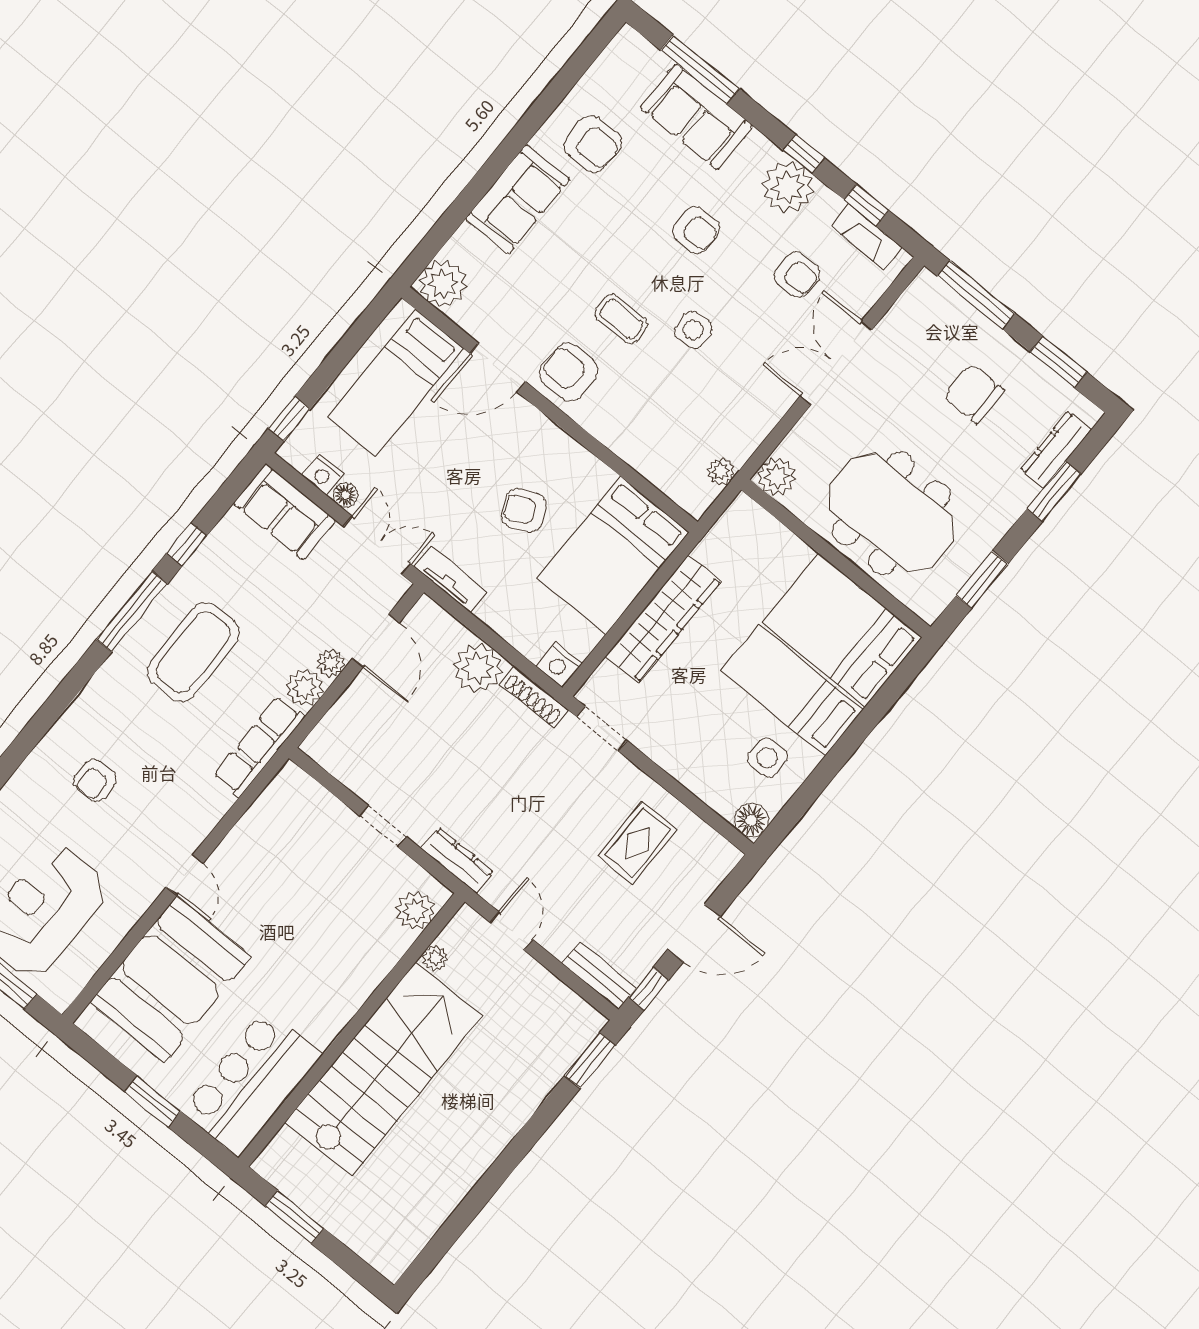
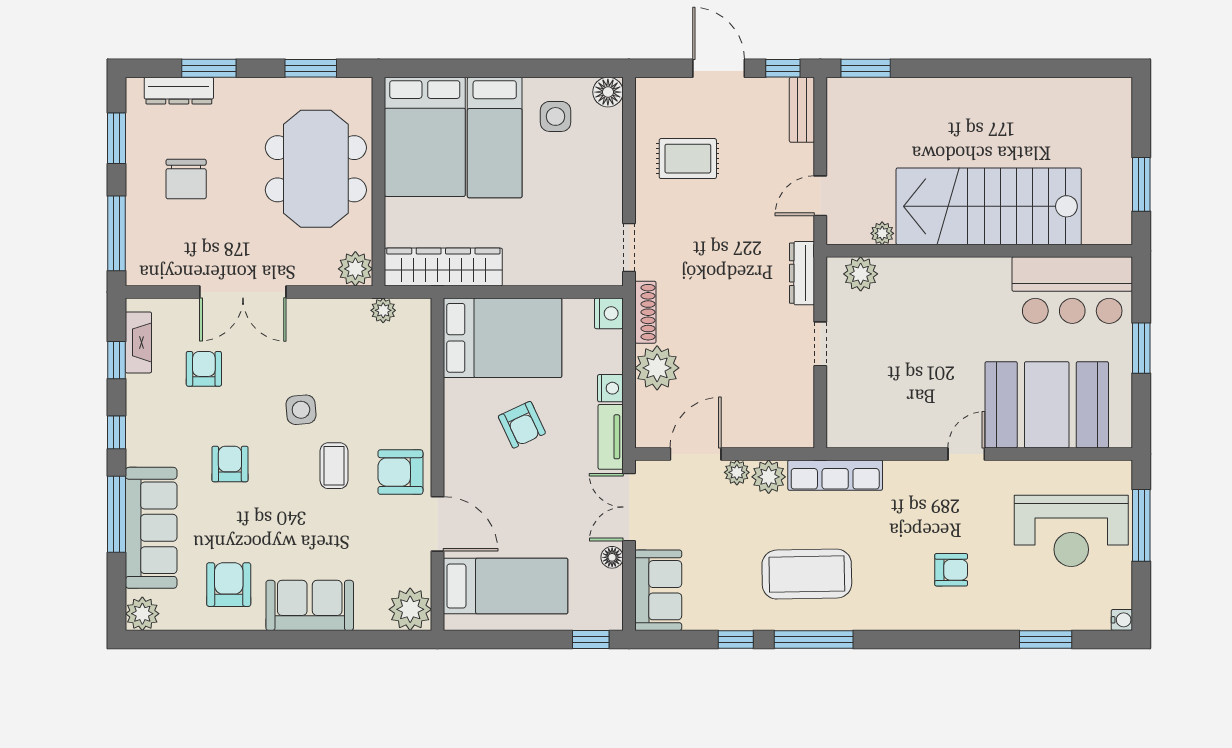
window: (700, 69) -> (117, 514), moved
sofa: (697, 117) -> (151, 528), width x1.36
plant: (788, 187) -> (142, 614), moved, width x0.73, depth x0.73
armchair: (569, 372) -> (400, 472), turned 90
nightstand: (323, 475) -> (610, 388), moved
wardrobe: (664, 618) -> (443, 267), moved

